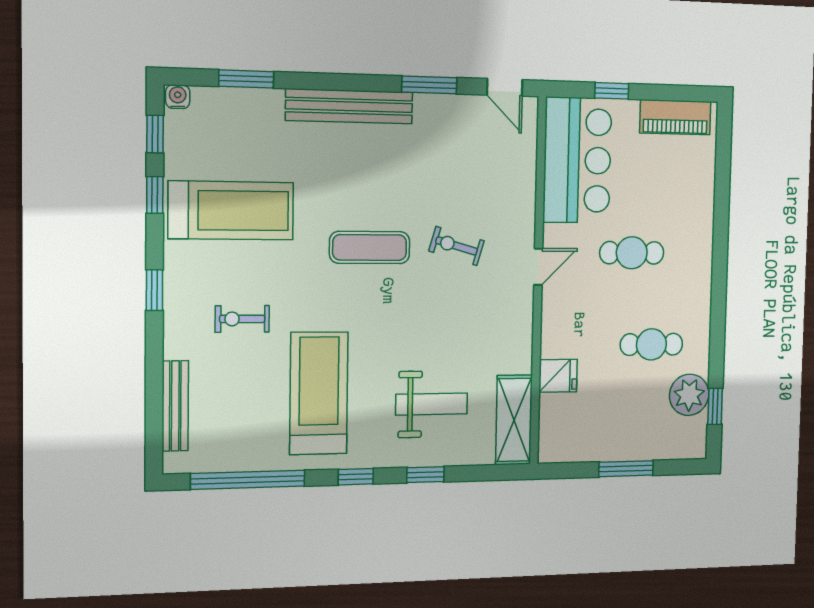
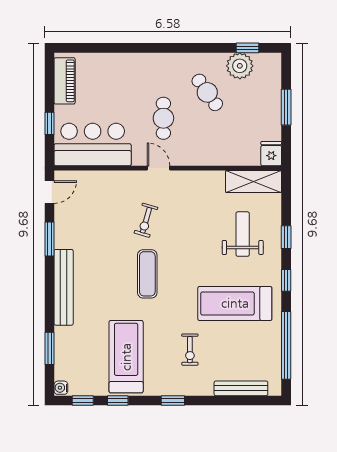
cafe table: (632, 253) -> (163, 118), moved
cafe table: (651, 344) -> (207, 92), turned -35
fridge: (558, 376) -> (271, 154), moved

